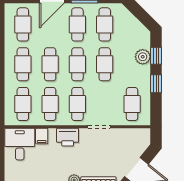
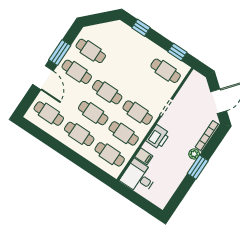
plant: (143, 57) -> (135, 38), removed
cafe table: (105, 64) -> (121, 71), removed
window: (156, 84) -> (177, 52), moved

